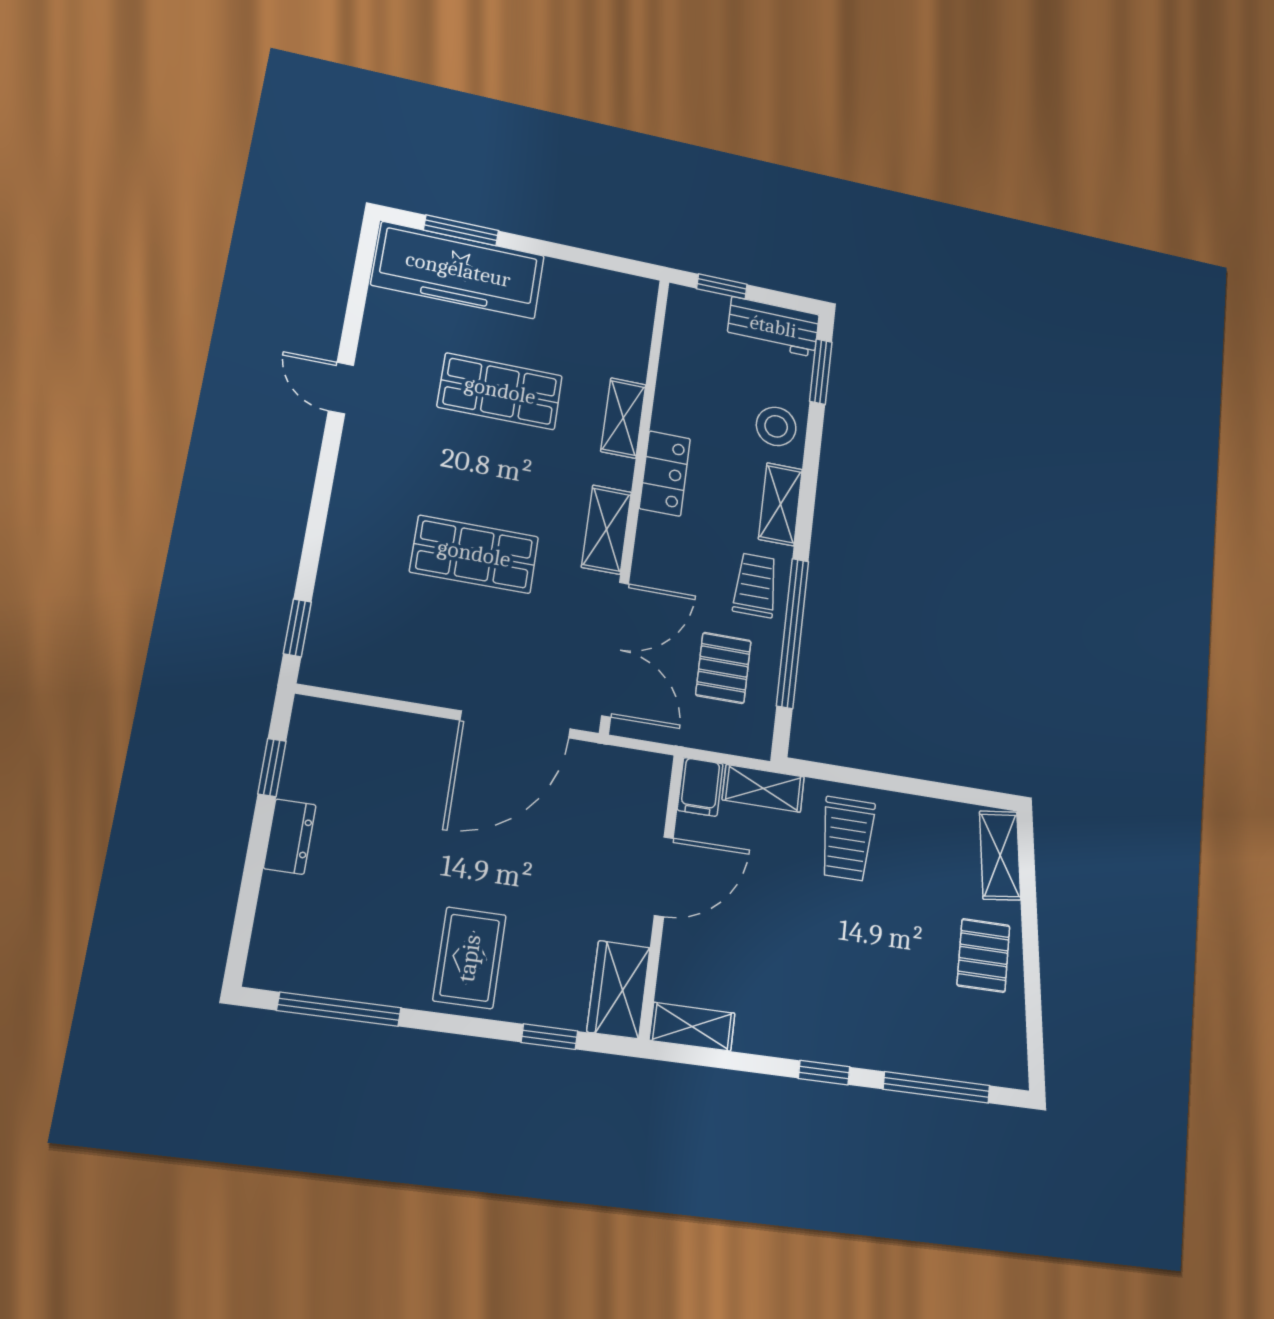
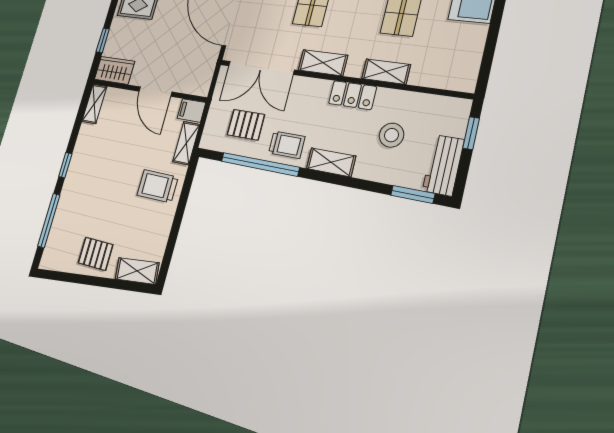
stool: (776, 426) -> (391, 135), moved

